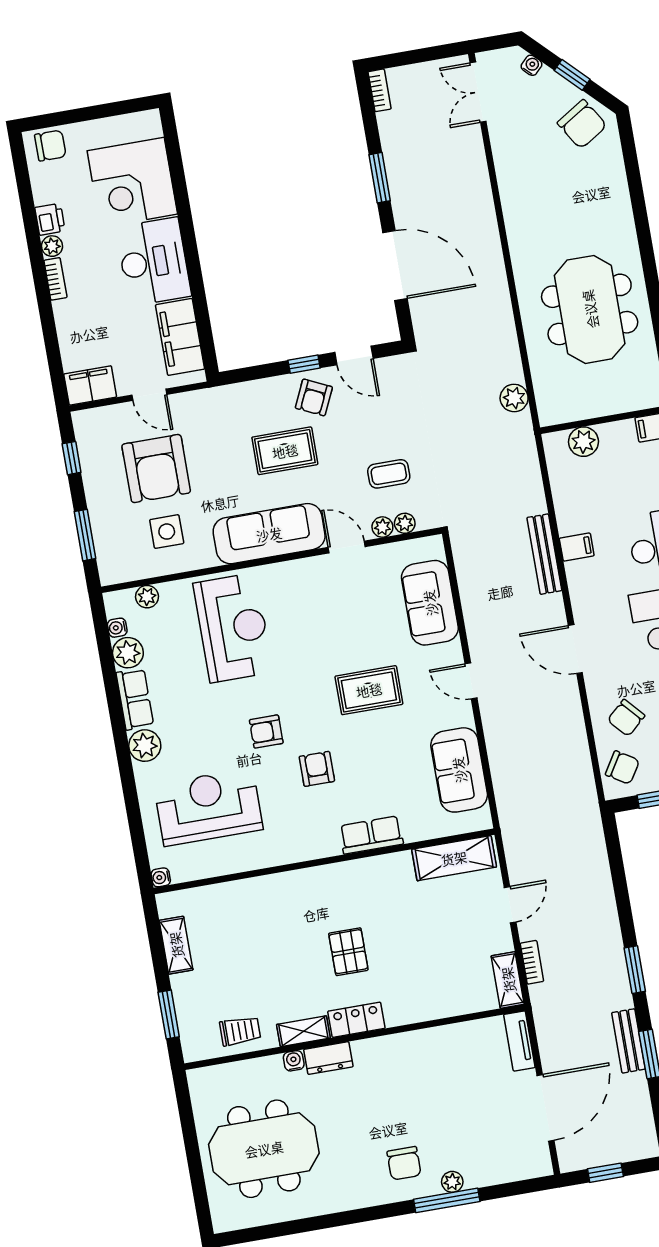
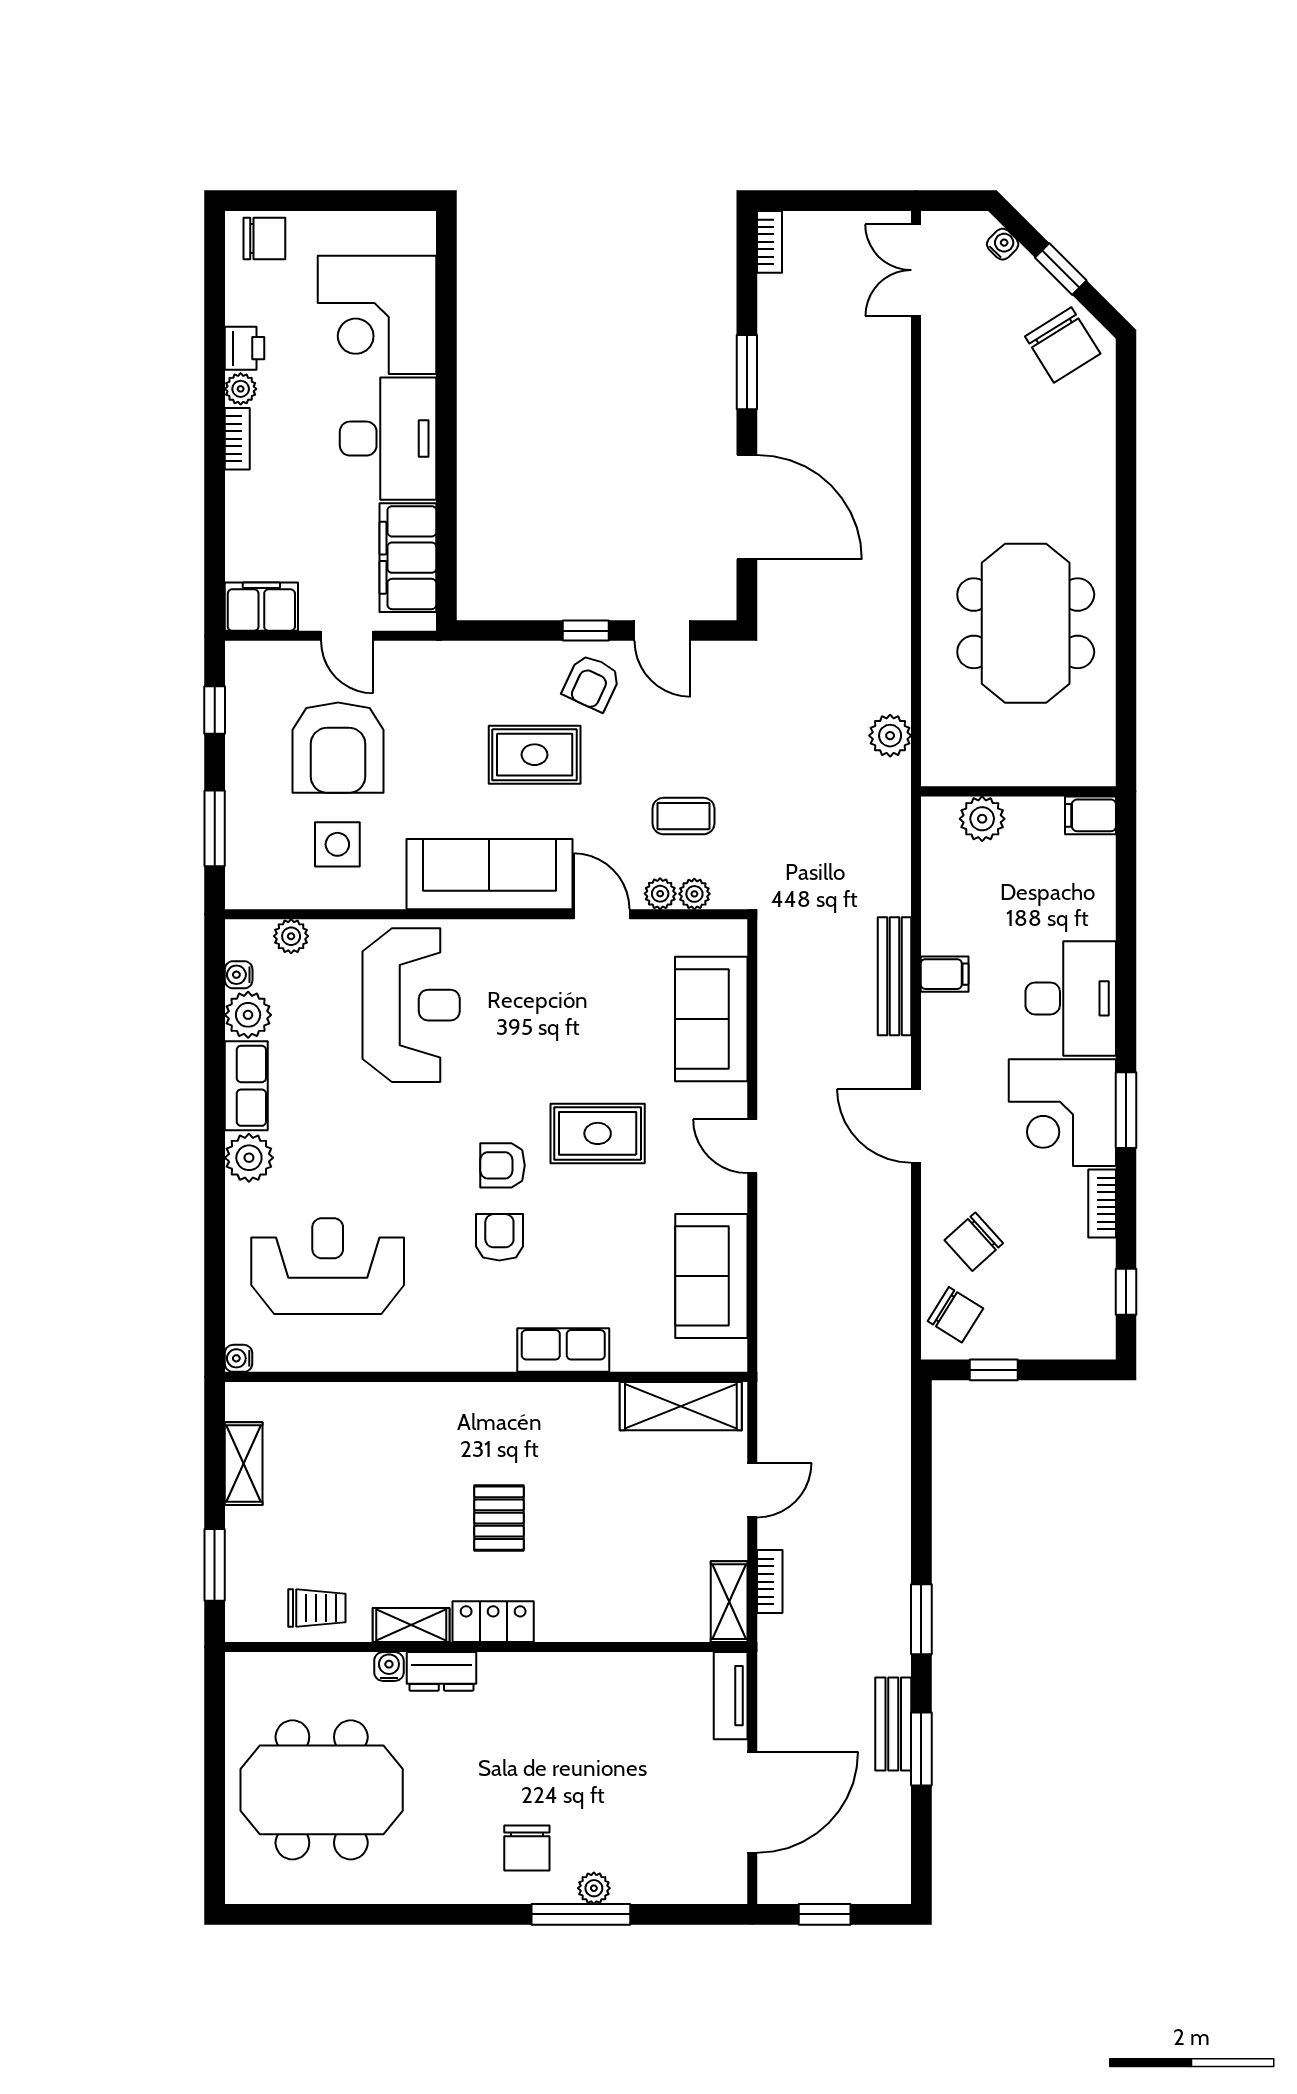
armchair: (266, 732) -> (503, 1165), moved

